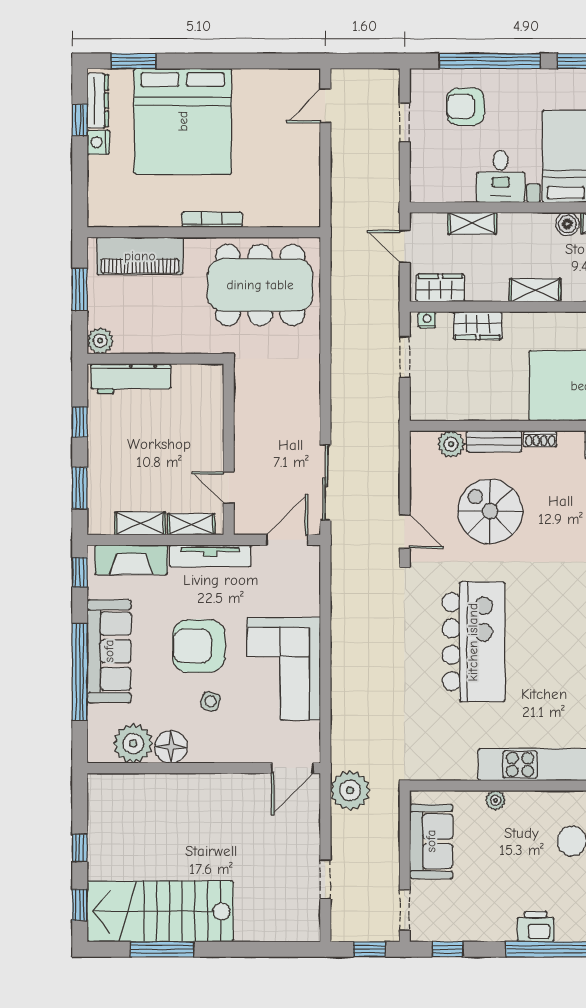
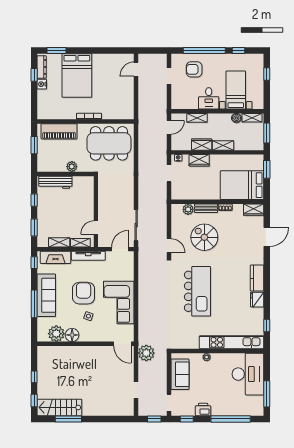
bed: (183, 121) -> (77, 76), width x0.73
door: (405, 246) -> (169, 127), swing flipped
wardrobe: (440, 288) -> (202, 145), moved
plant: (100, 341) -> (72, 167), moved
door: (229, 488) -> (96, 227), hinge flipped
armchair: (199, 646) -> (84, 293), turned 90
window: (80, 672) -> (34, 304), width x0.68
door: (292, 768) -> (122, 344), hinge flipped
stairs: (160, 911) -> (59, 407), width x0.73, depth x0.66
printer: (536, 927) -> (203, 410), moved

